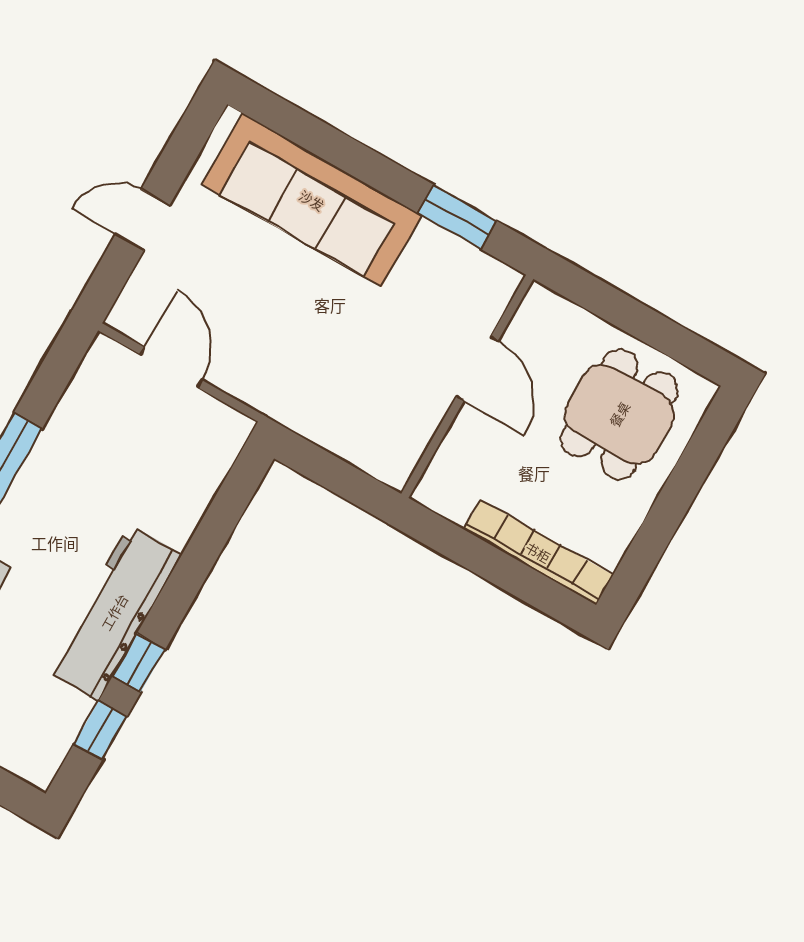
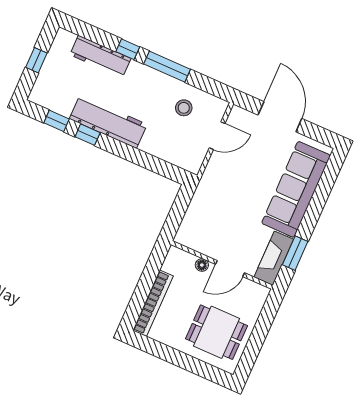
door: (143, 220) -> (280, 117), width x1.87
fireplace: (464, 267) -> (274, 258), added
floor lamp: (463, 432) -> (202, 265), added
stool: (100, 437) -> (184, 108), added

